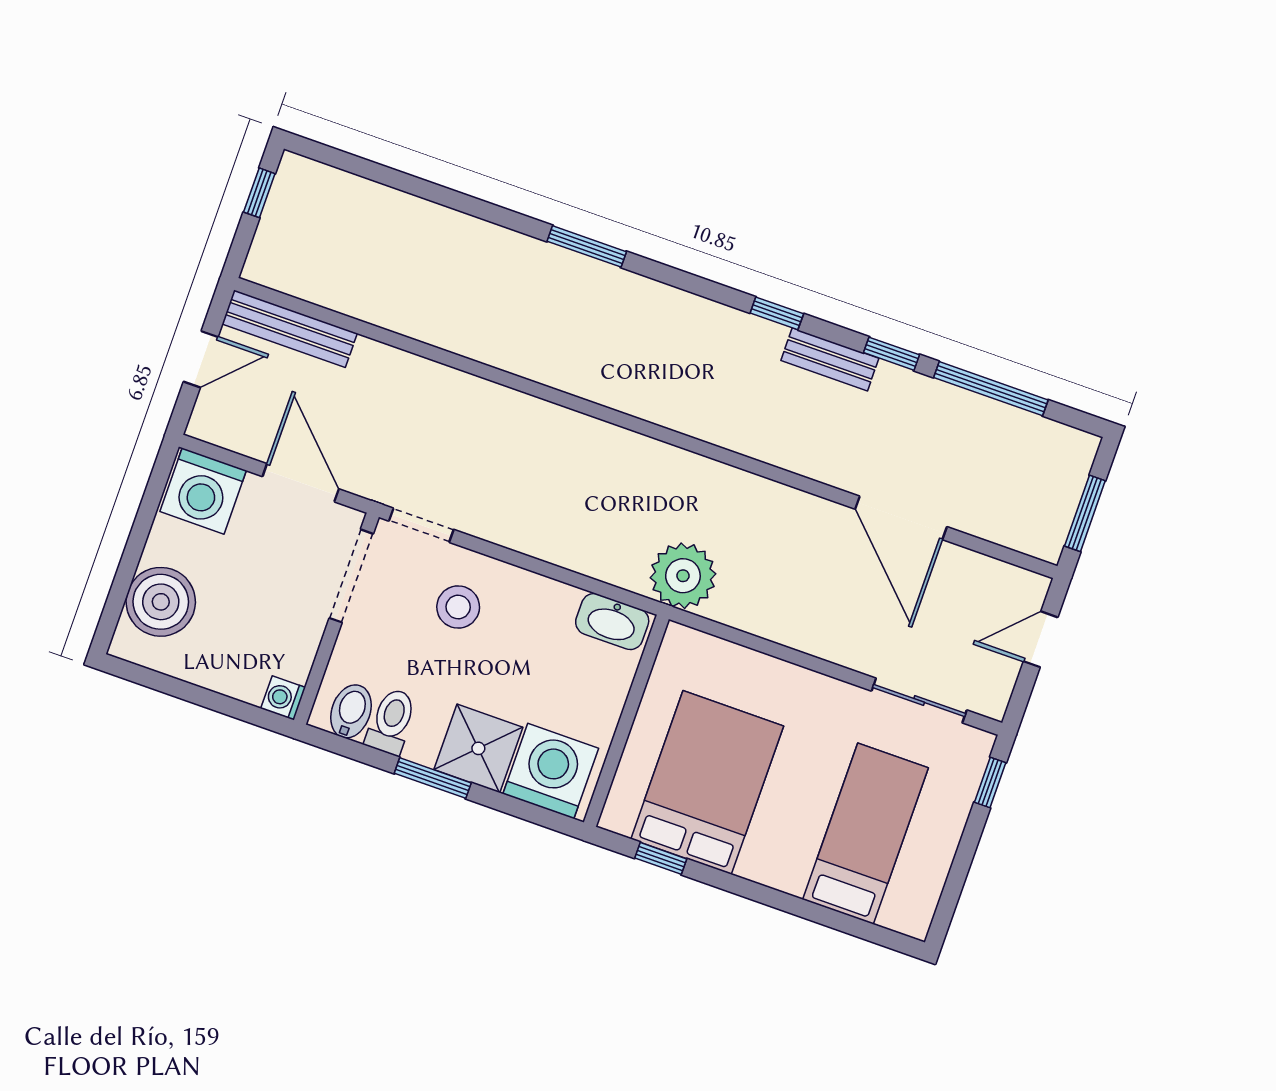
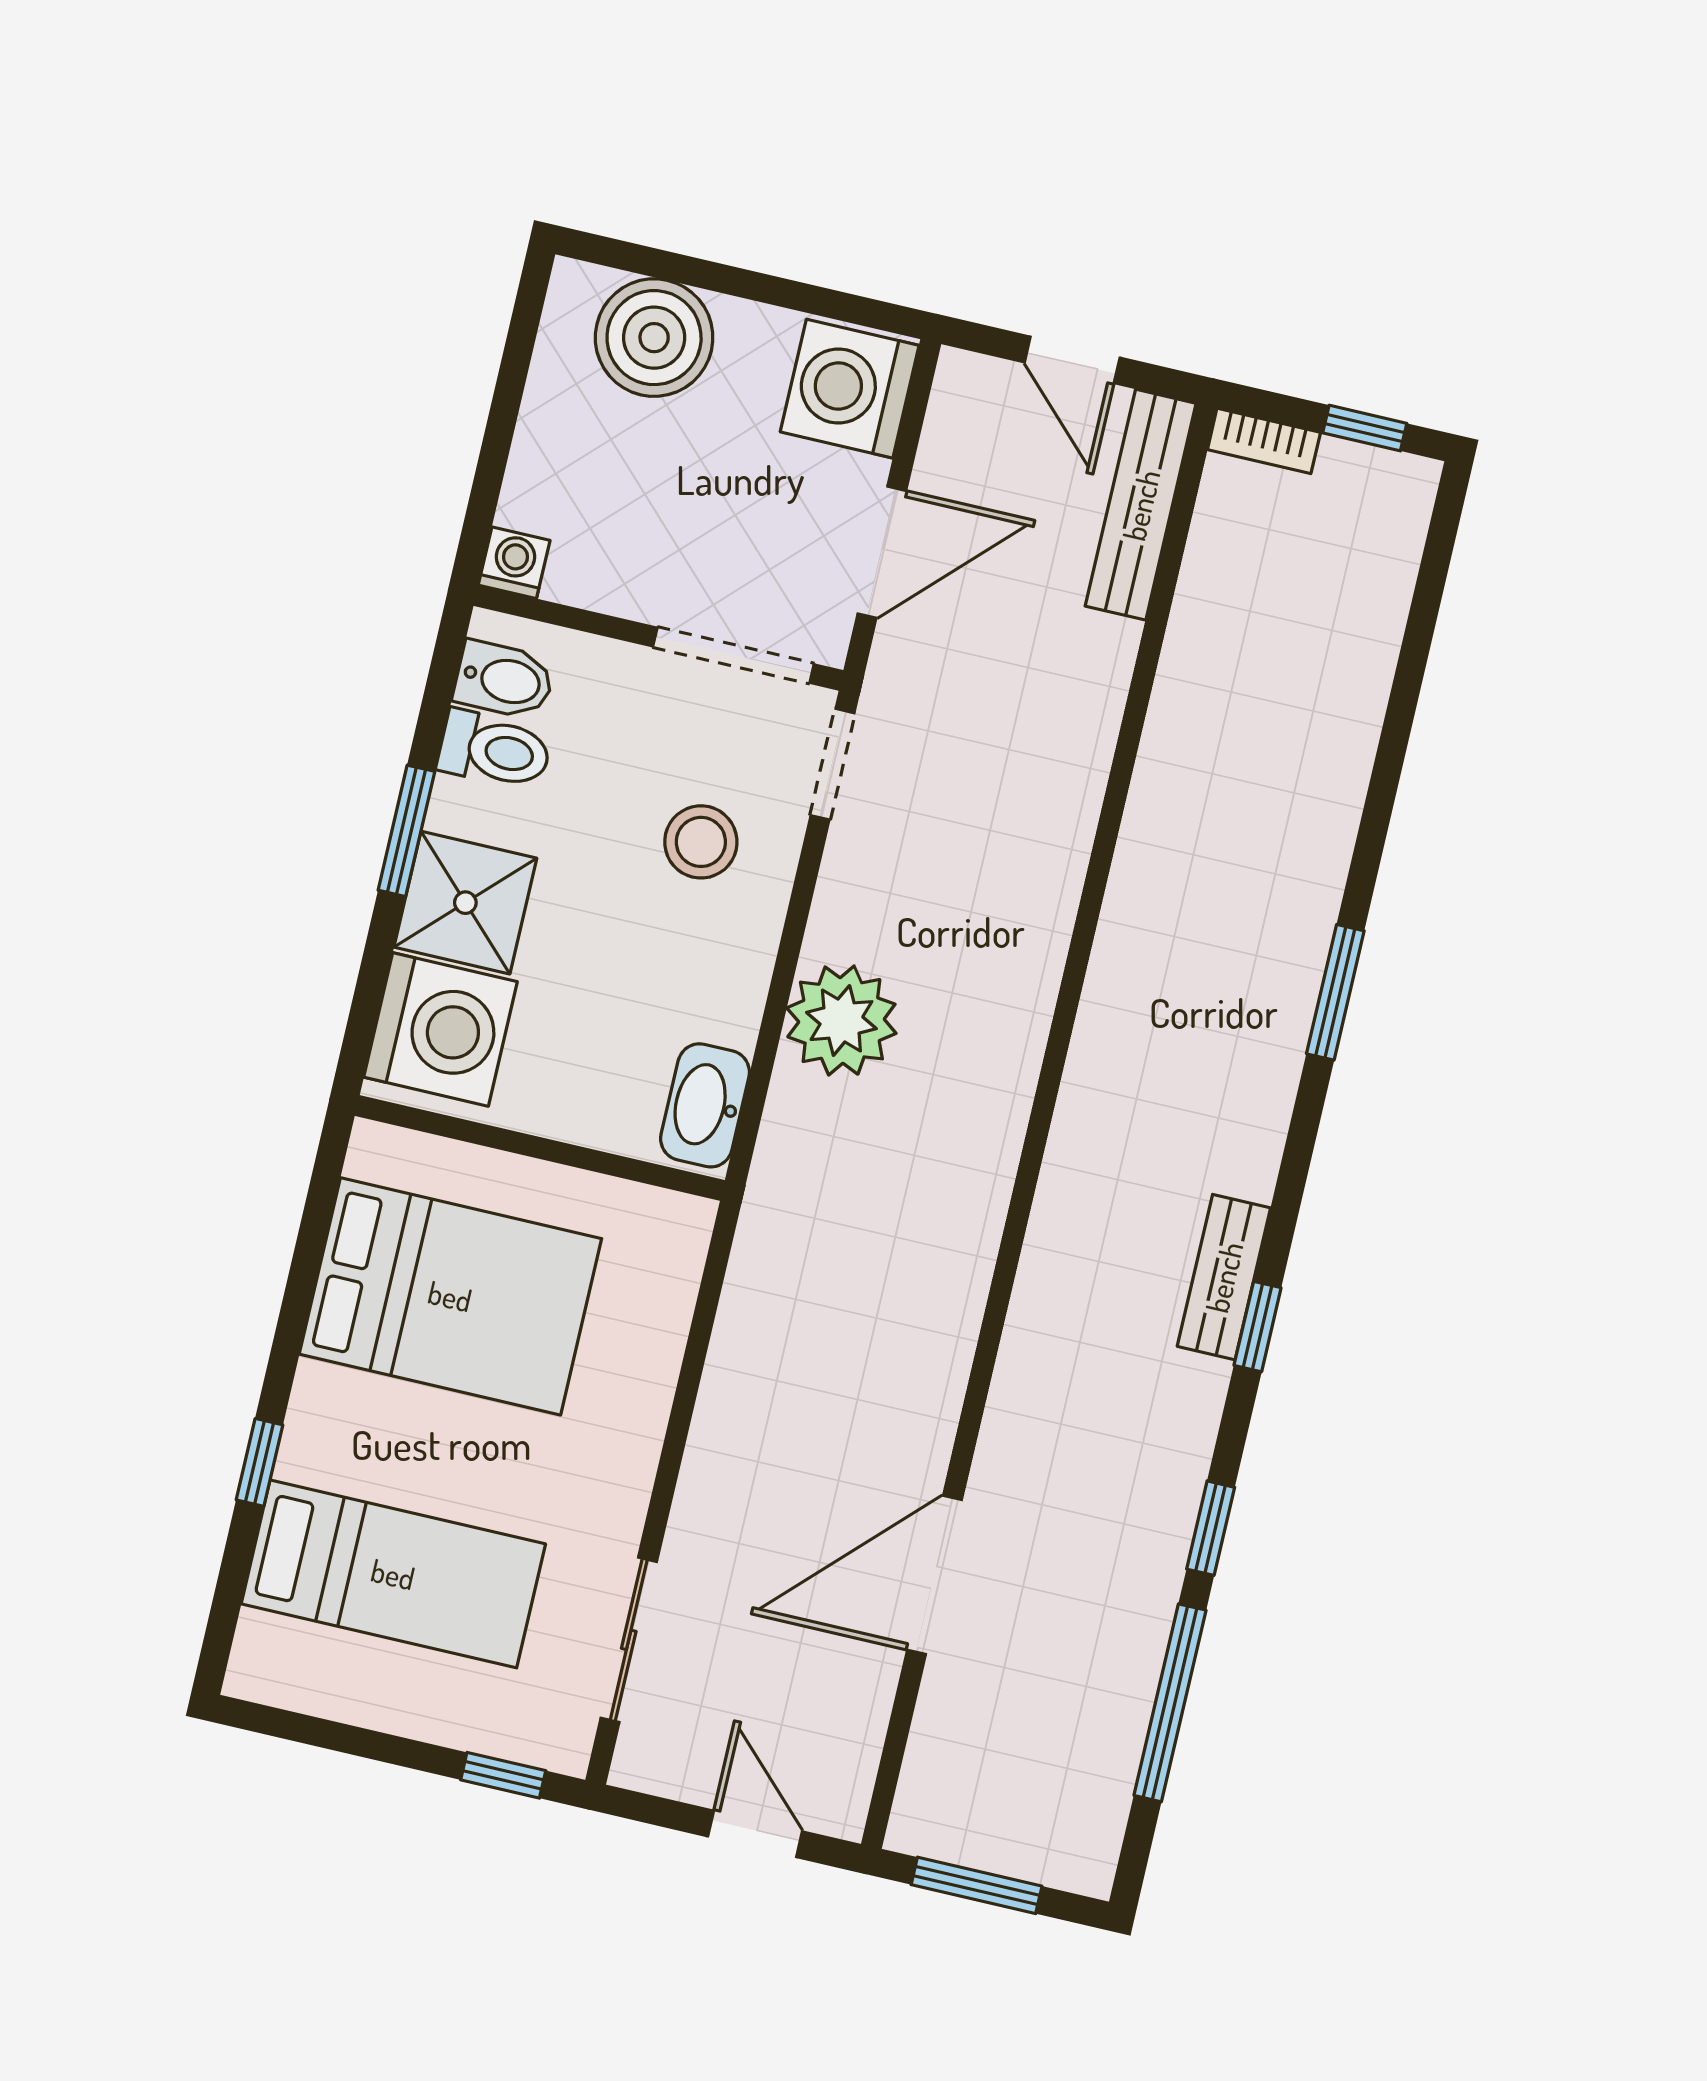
bookcase: (260, 253) -> (1264, 441), added
bench: (830, 359) -> (1224, 1277), moved
plant: (683, 576) -> (841, 1021), moved
window: (661, 858) -> (259, 1462), moved

